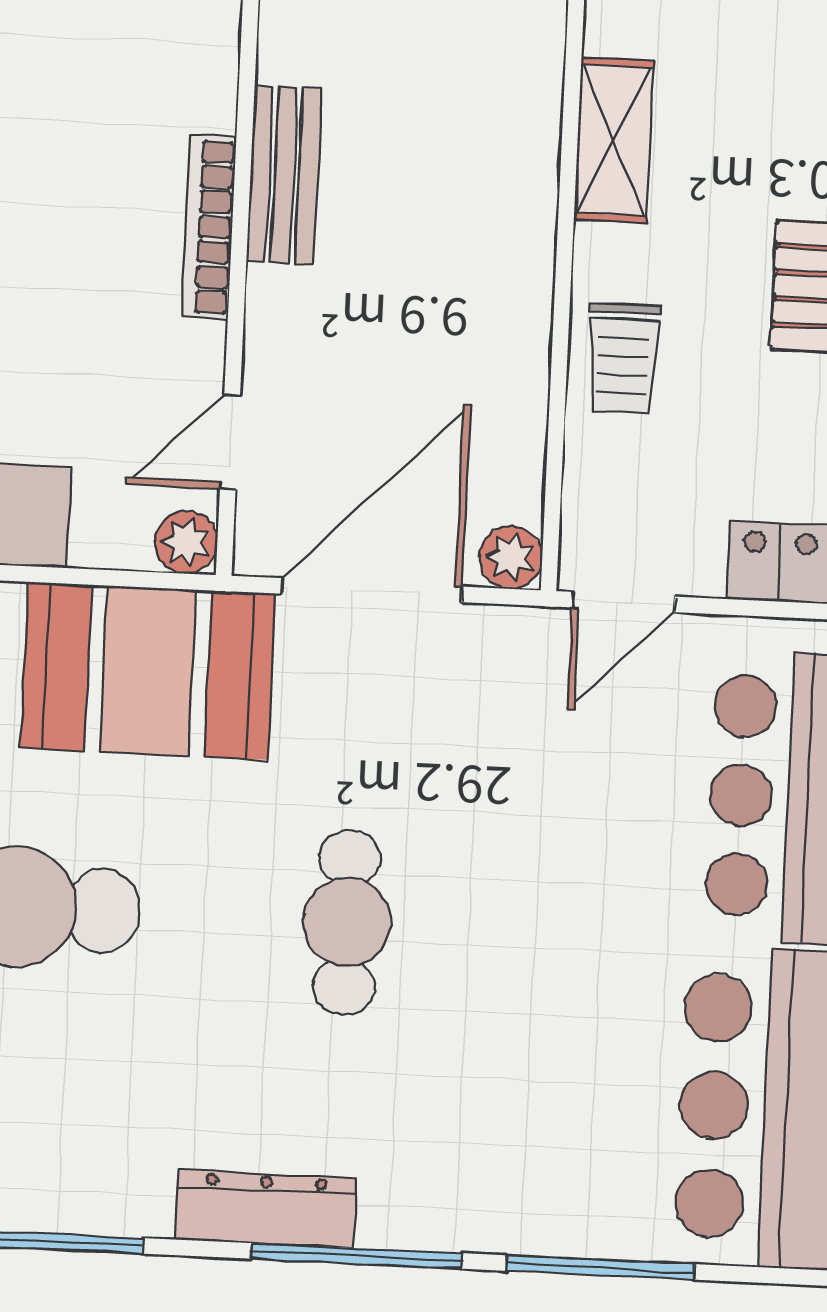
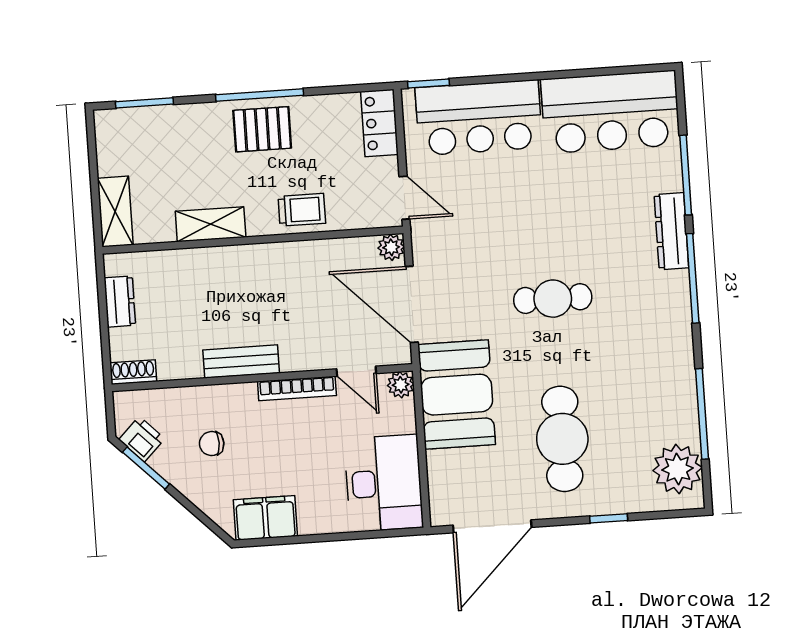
chair: (100, 83) -> (212, 444), added
bookcase: (209, 227) -> (297, 388), moved
dresser: (266, 1209) -> (671, 231), moved

